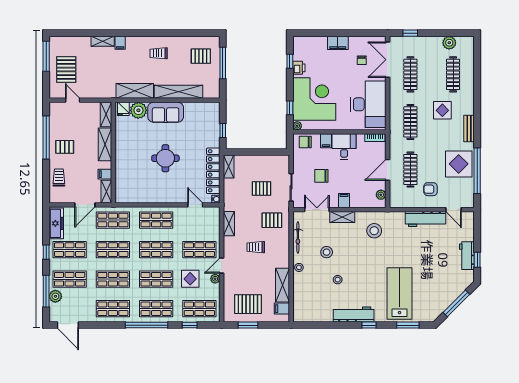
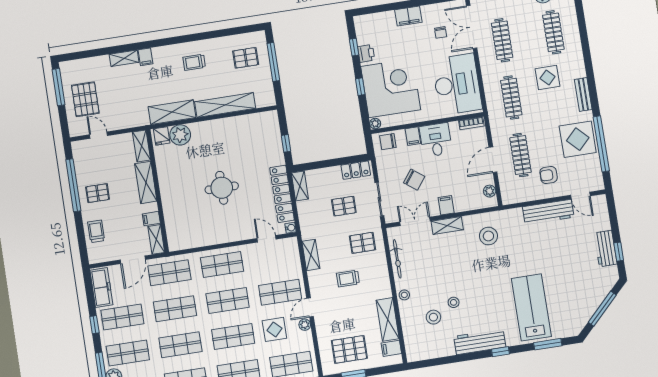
window: (290, 108) -> (360, 87), moved
sofa: (166, 112) -> (213, 132), removed
locker: (276, 161) -> (356, 170), added
chair: (321, 176) -> (414, 180), turned -143
stool: (327, 252) -> (433, 317), moved

